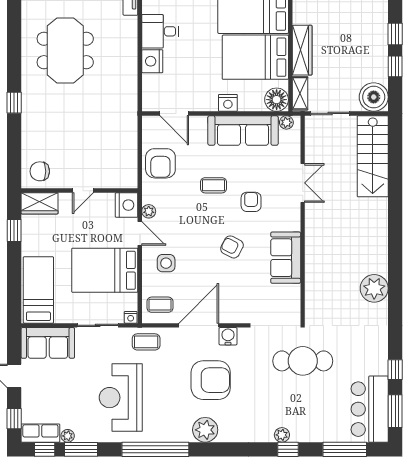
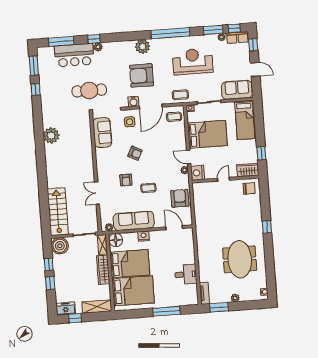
nightstand: (152, 61) -> (189, 257), removed
sofa: (286, 258) -> (102, 133), moved
side table: (166, 263) -> (130, 122), moved
reception desk: (121, 398) -> (193, 62), turned -90
bar counter: (370, 409) -> (74, 55), moved, turned 90

